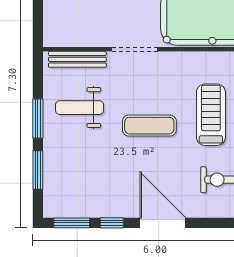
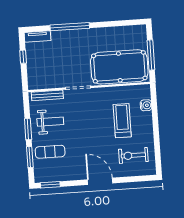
weight bench: (79, 108) -> (50, 122), turned 180
exercise mat: (149, 126) -> (50, 152), moved
window: (112, 223) -> (72, 183), removed

